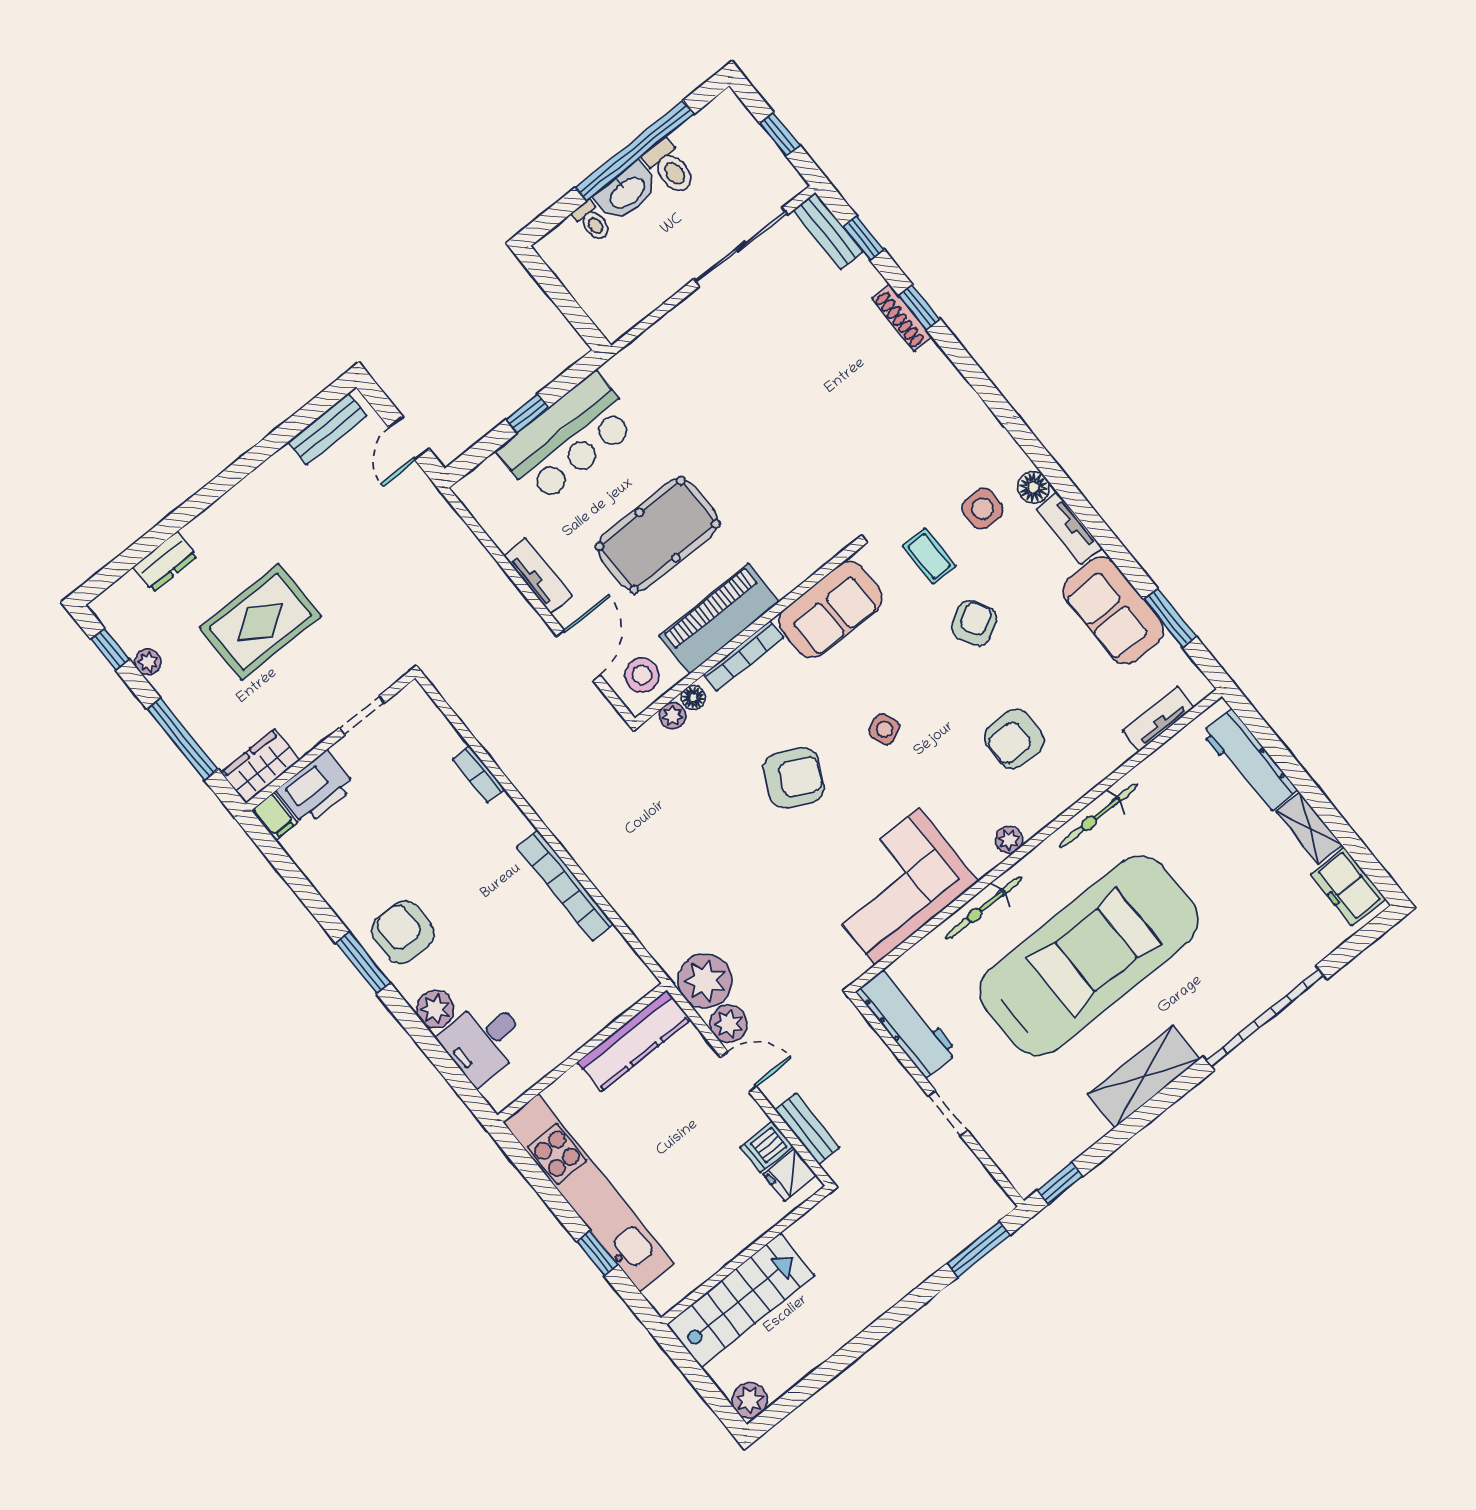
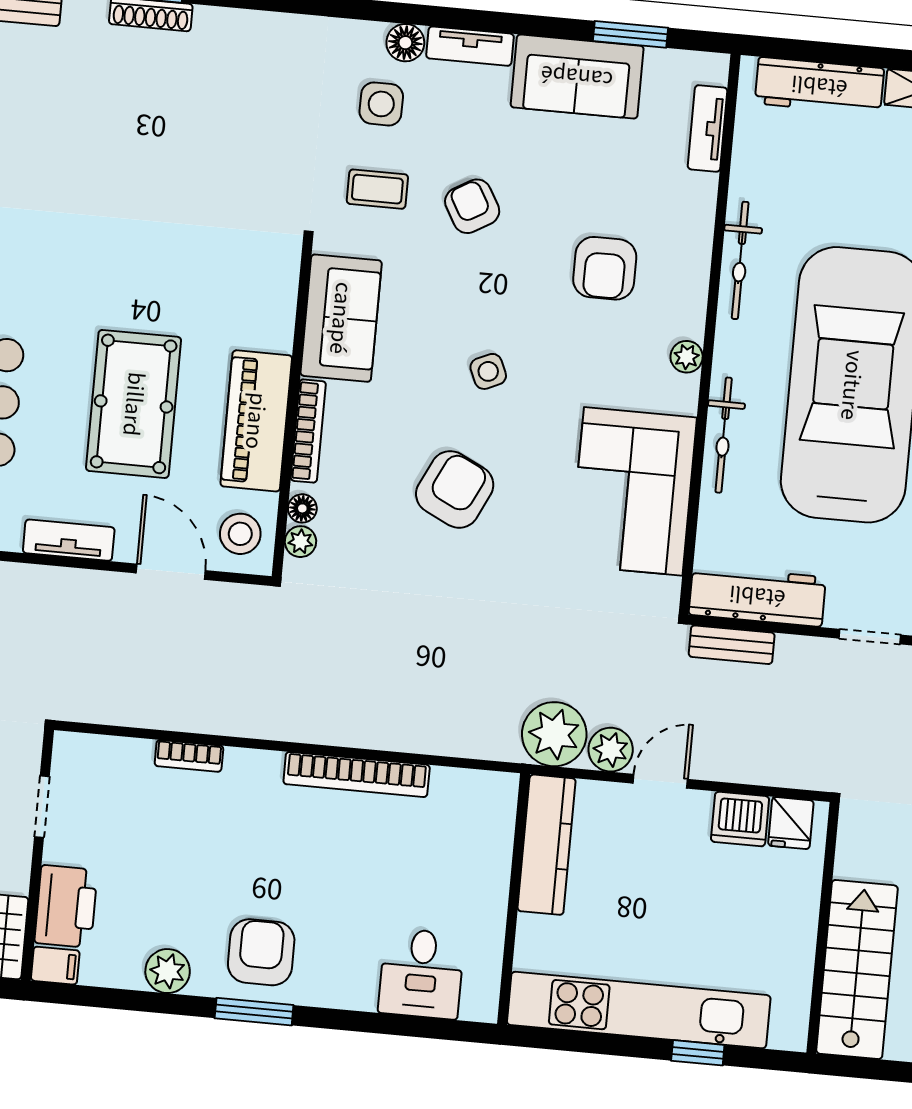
armchair: (403, 932) -> (261, 952), turned 90
plant: (435, 1009) -> (168, 971), moved
bench: (807, 1129) -> (732, 645), moved
dishwasher: (766, 1147) -> (740, 819), width x1.38

